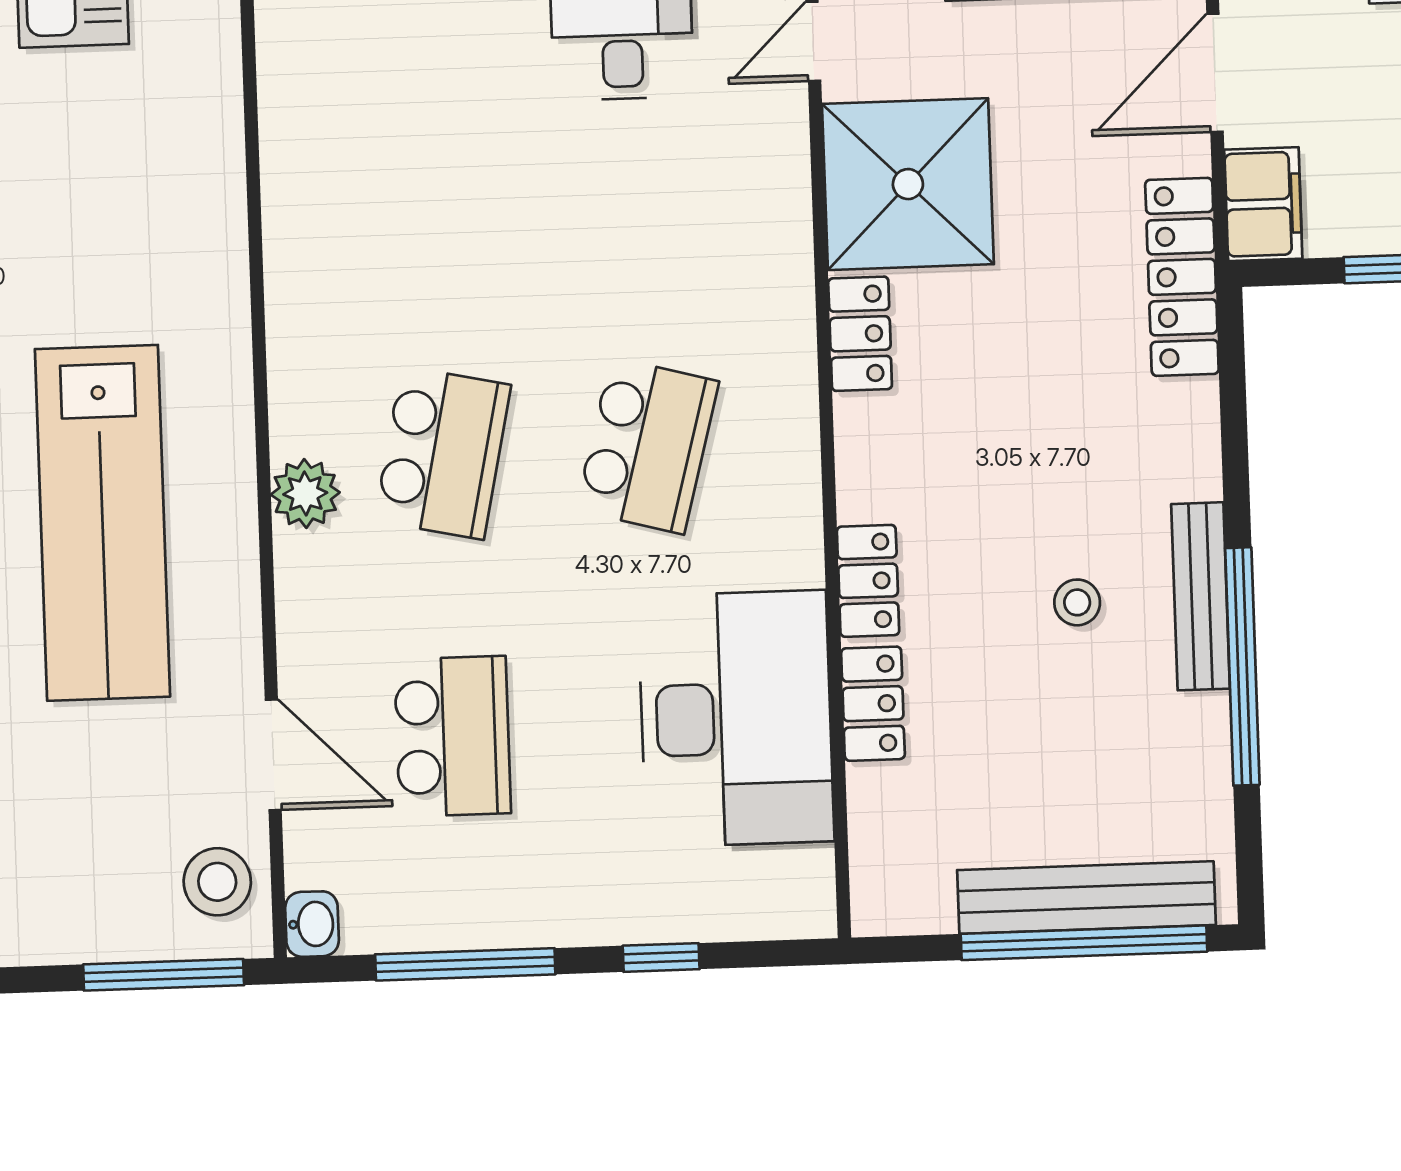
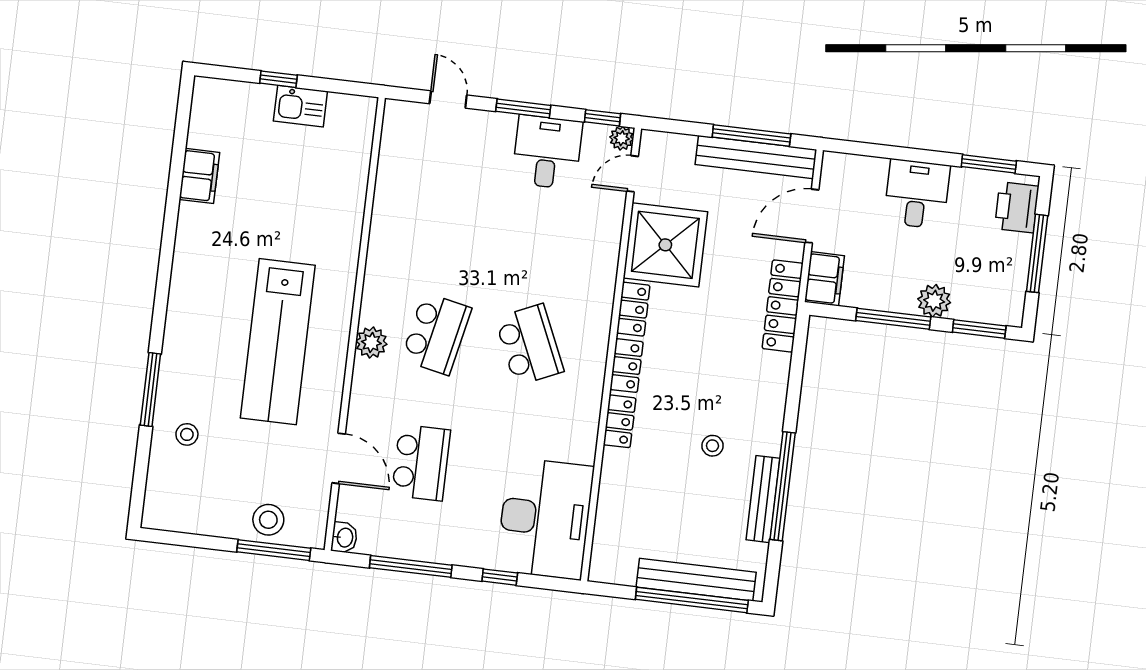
school desk: (647, 446) -> (529, 345), turned -39
bench: (1201, 596) -> (763, 499), moved
locker: (873, 704) -> (626, 366), moved
desk: (736, 719) -> (545, 518), moved
stool: (217, 882) -> (268, 520), moved

